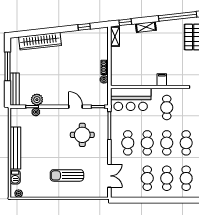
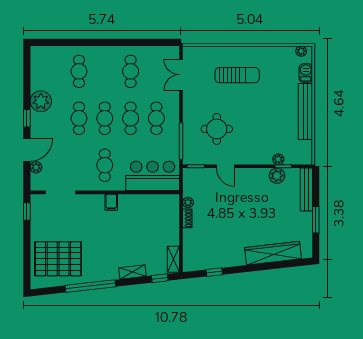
window: (8, 66) -> (316, 220), width x0.69
cafe table: (167, 178) -> (105, 71), removed

